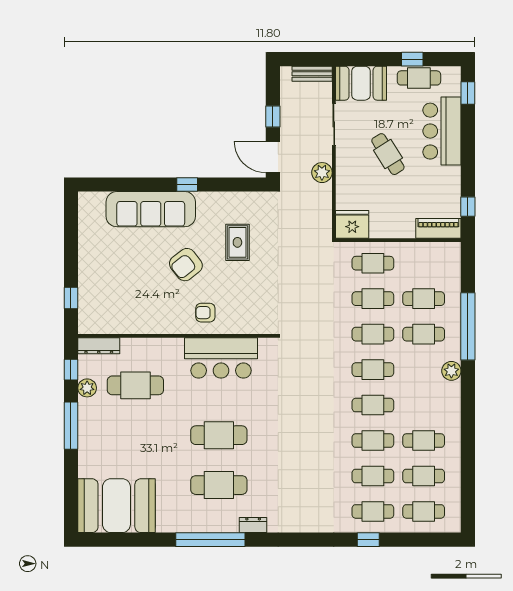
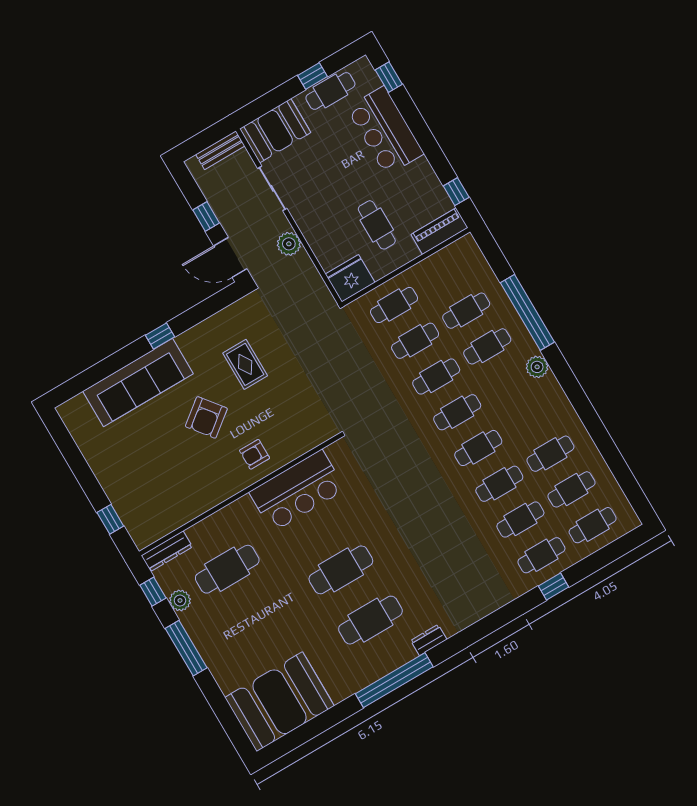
cafe table: (388, 154) -> (377, 225), moved, turned 32

